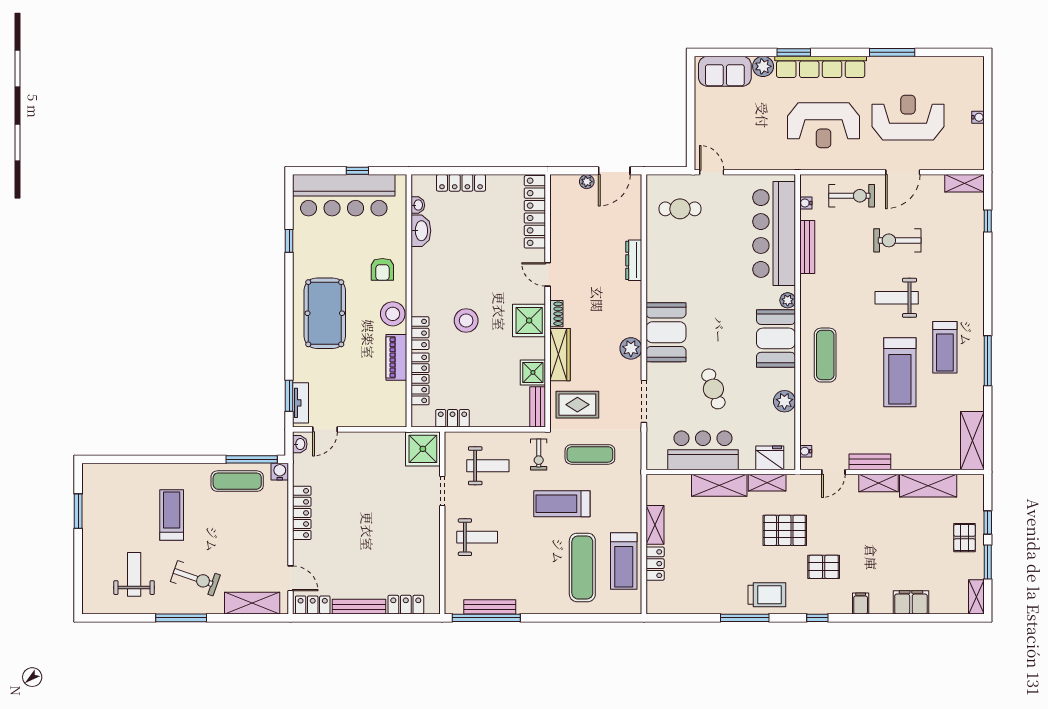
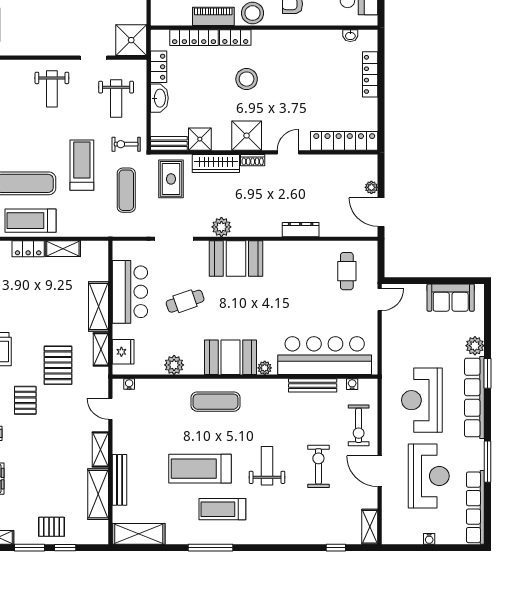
row of seats: (943, 66) -> (475, 507), added
sofa: (725, 71) -> (451, 298), moved, turned -90
washbasin: (421, 231) -> (159, 98), moved, turned -90
bench: (870, 462) -> (120, 480), moved, width x1.36

